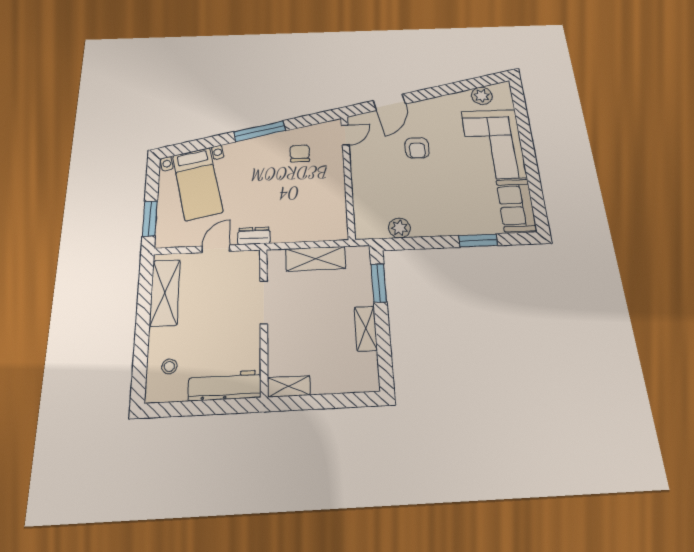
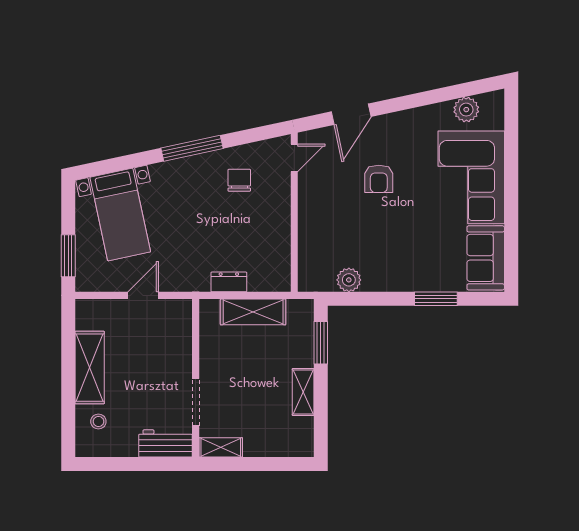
dresser: (254, 236) -> (229, 282), moved
shelving: (165, 293) -> (90, 368), moved
doorway: (264, 302) -> (196, 402), moved
workbench: (225, 386) -> (166, 443), width x0.73

